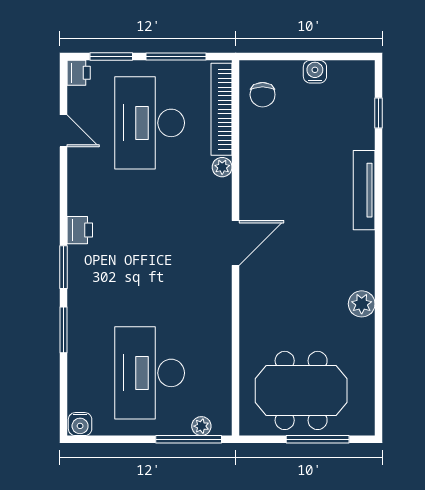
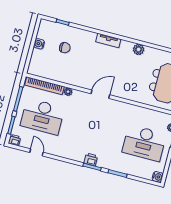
chair: (263, 95) -> (65, 48), moved
door: (64, 131) -> (37, 152), hinge flipped
tv unit: (364, 190) -> (108, 40), moved, width x0.71
printer: (80, 230) -> (91, 159), moved
door: (236, 243) -> (100, 94), hinge flipped

